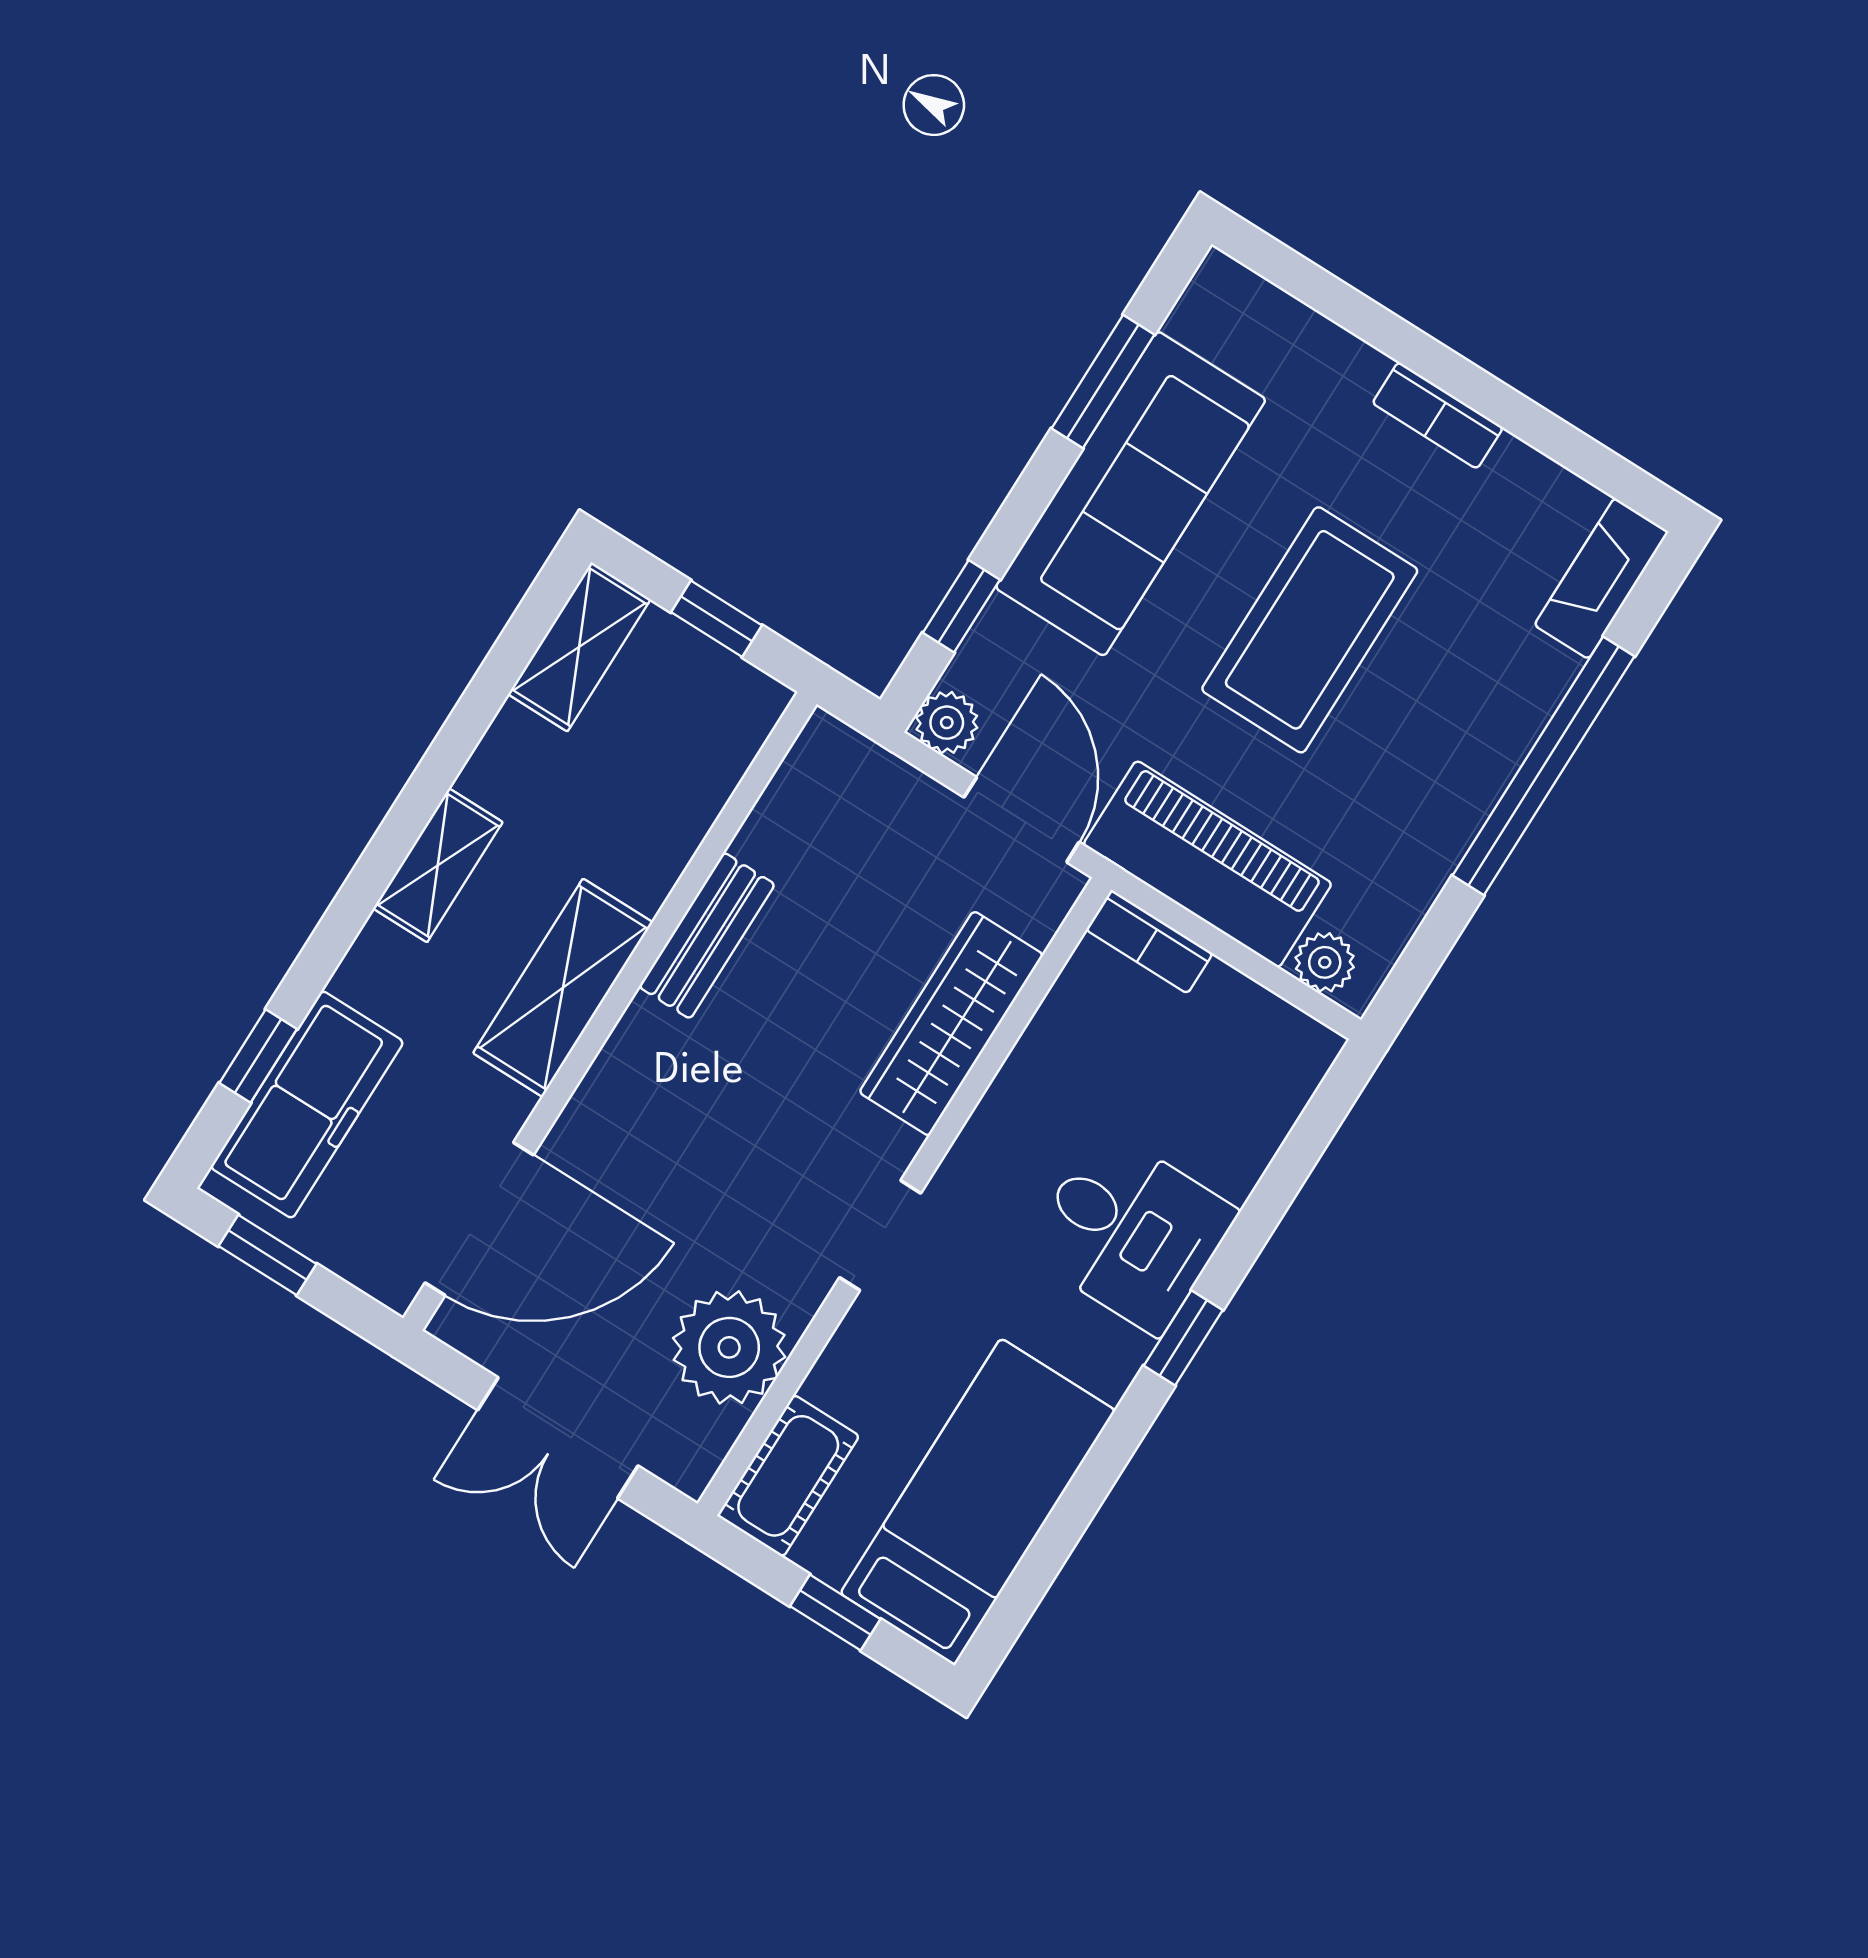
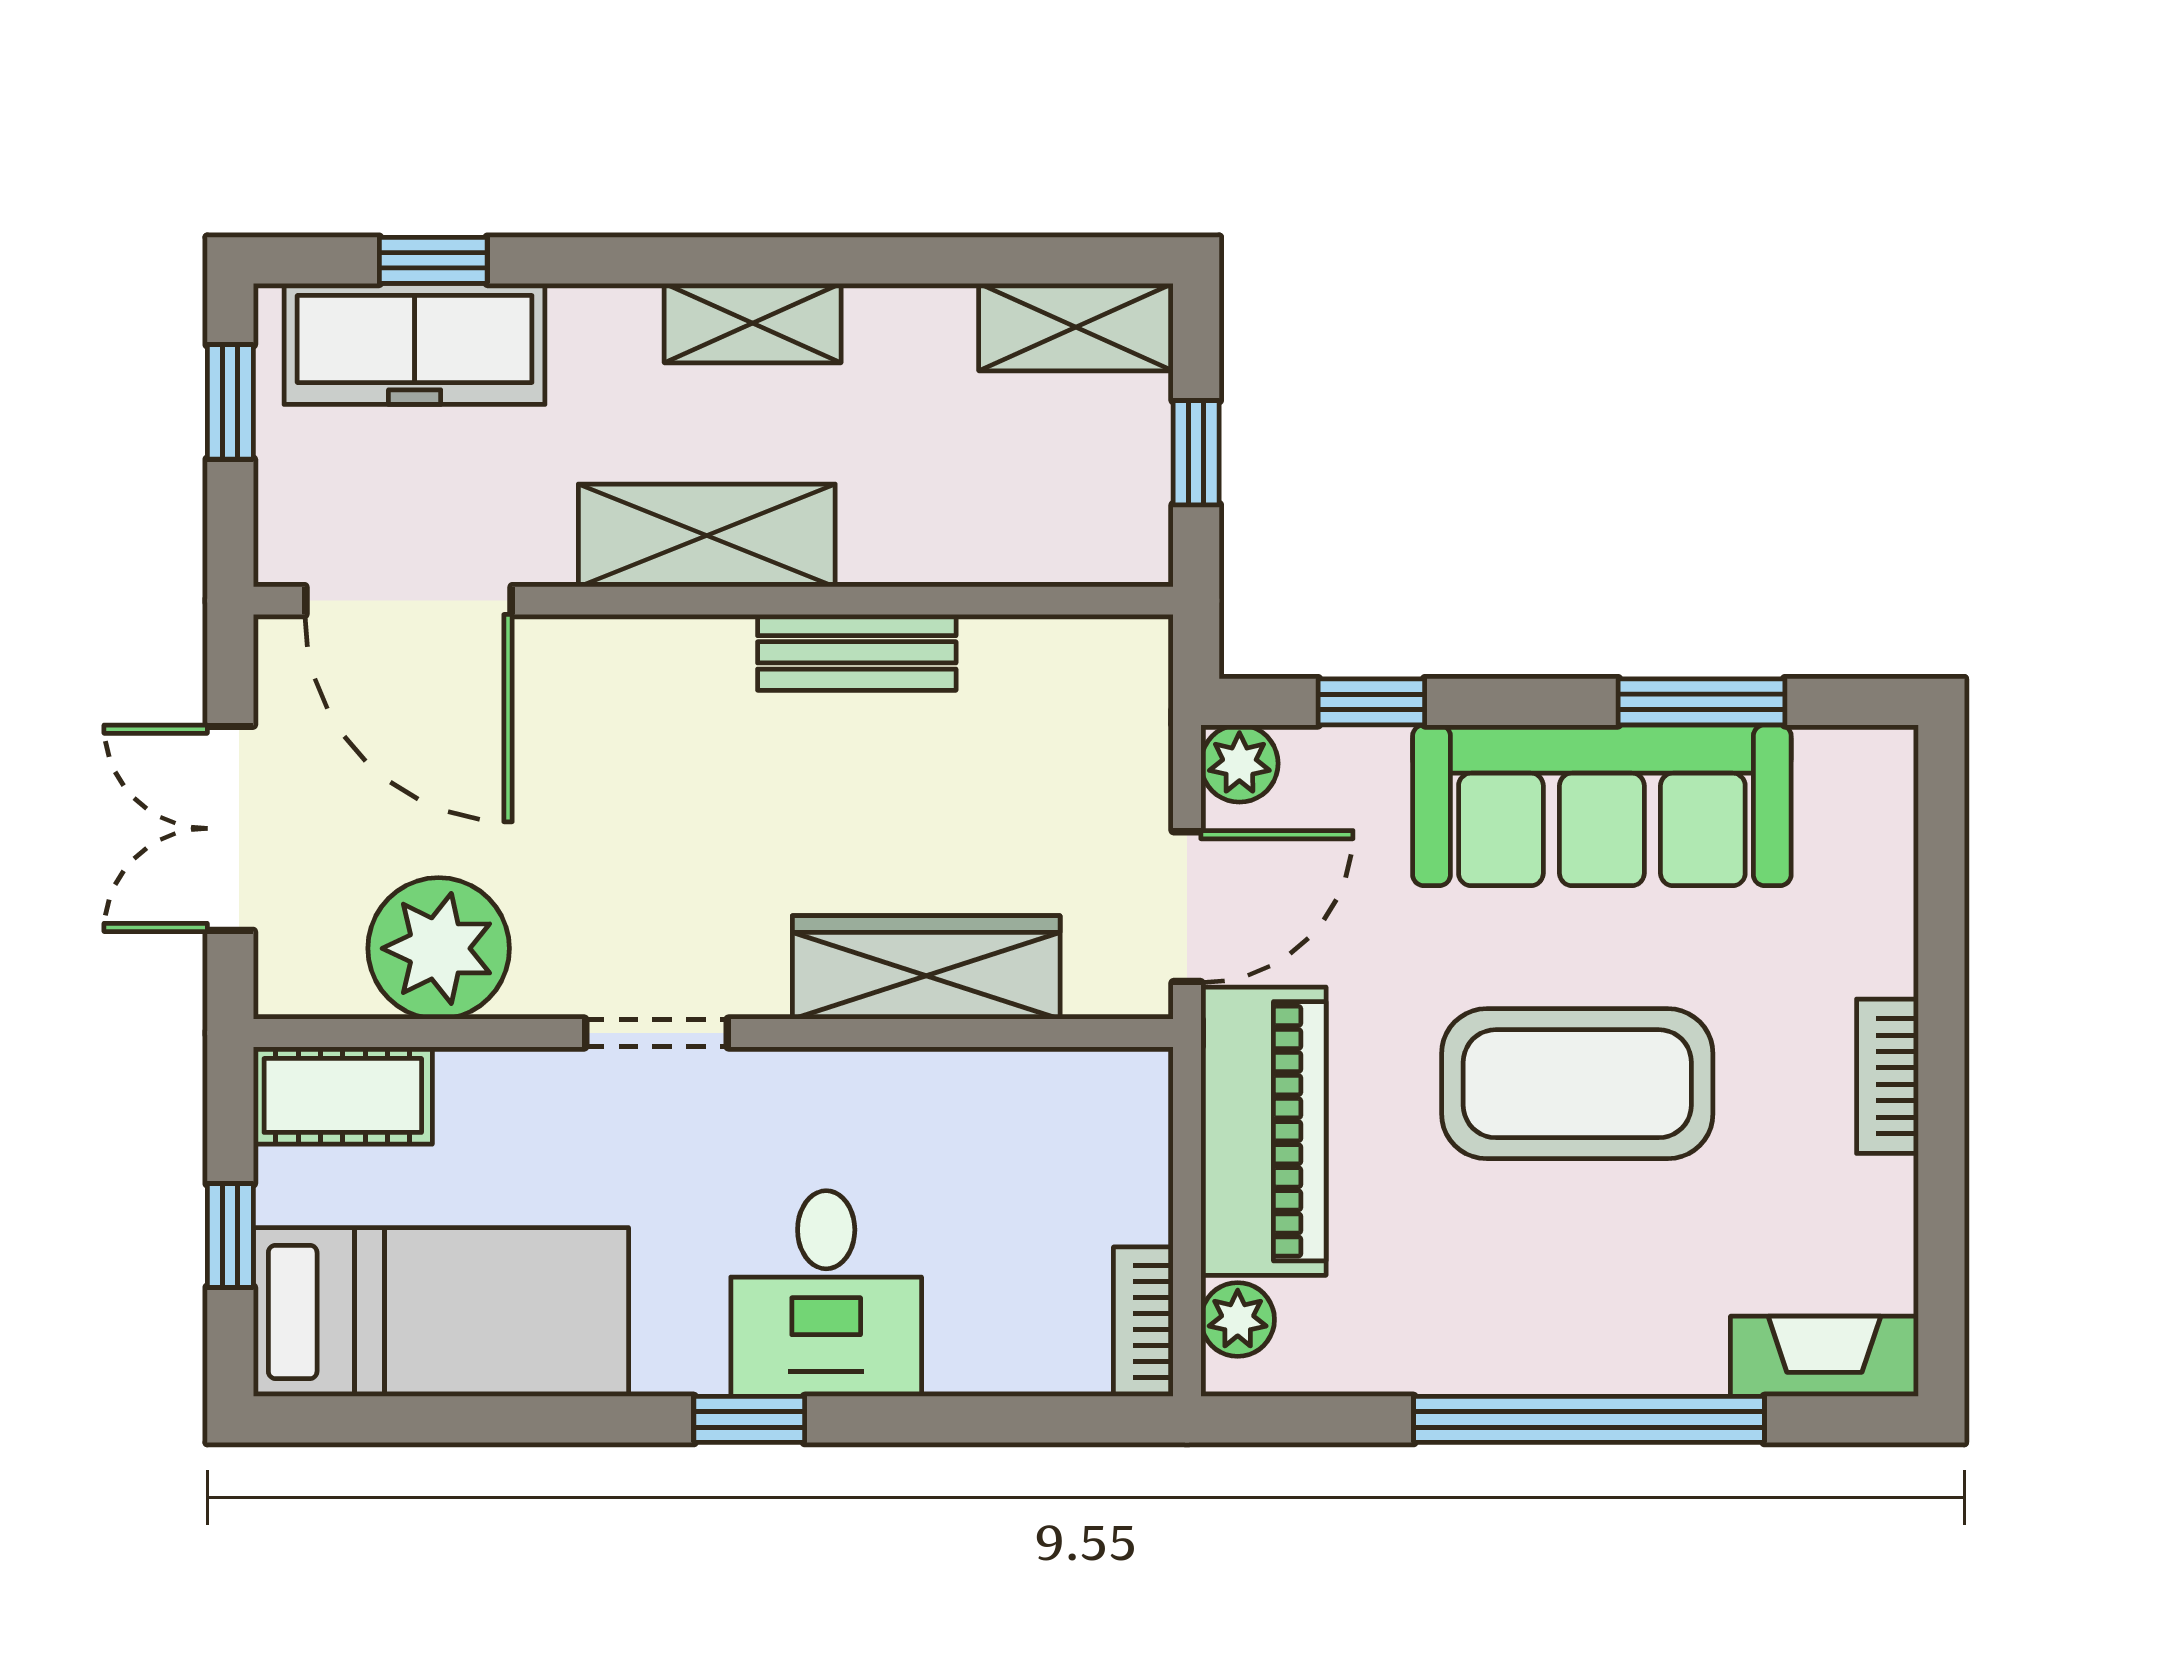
bookcase: (1149, 942) -> (1143, 1322), moved

